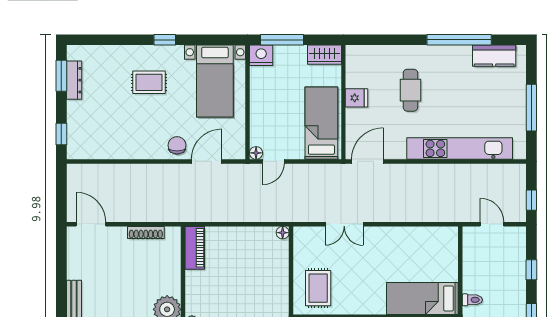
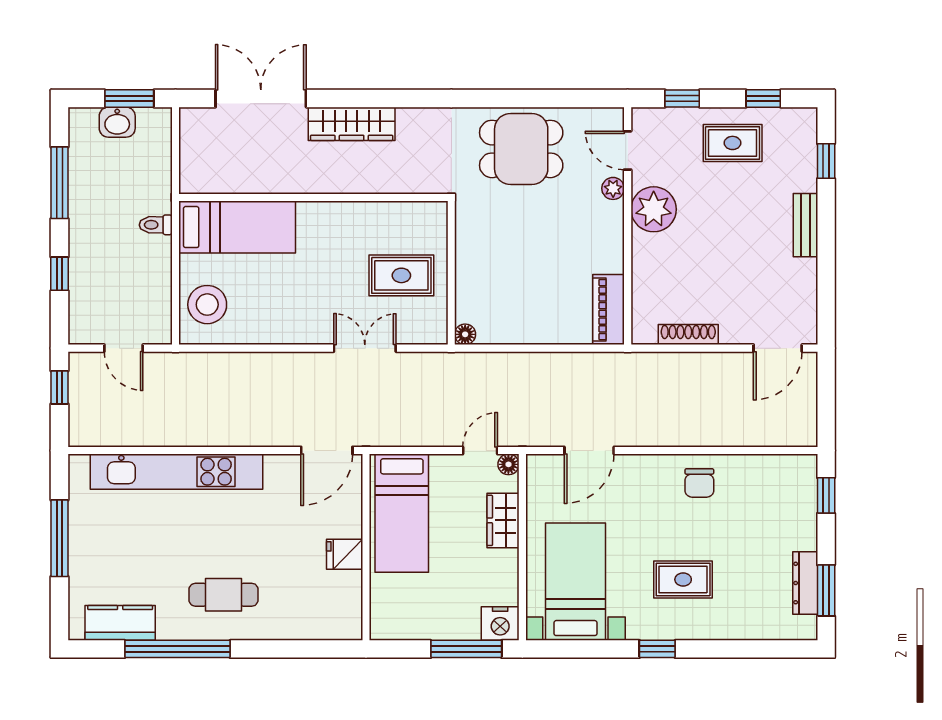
wardrobe: (324, 55) -> (503, 520), moved, turned -90
cafe table: (410, 90) -> (224, 595), moved, turned 90
chair: (177, 145) -> (699, 483), moved
door: (91, 224) -> (778, 348), hinge flipped
stool: (441, 251) -> (207, 305), added
rug: (318, 288) -> (401, 275), moved, turned 90

